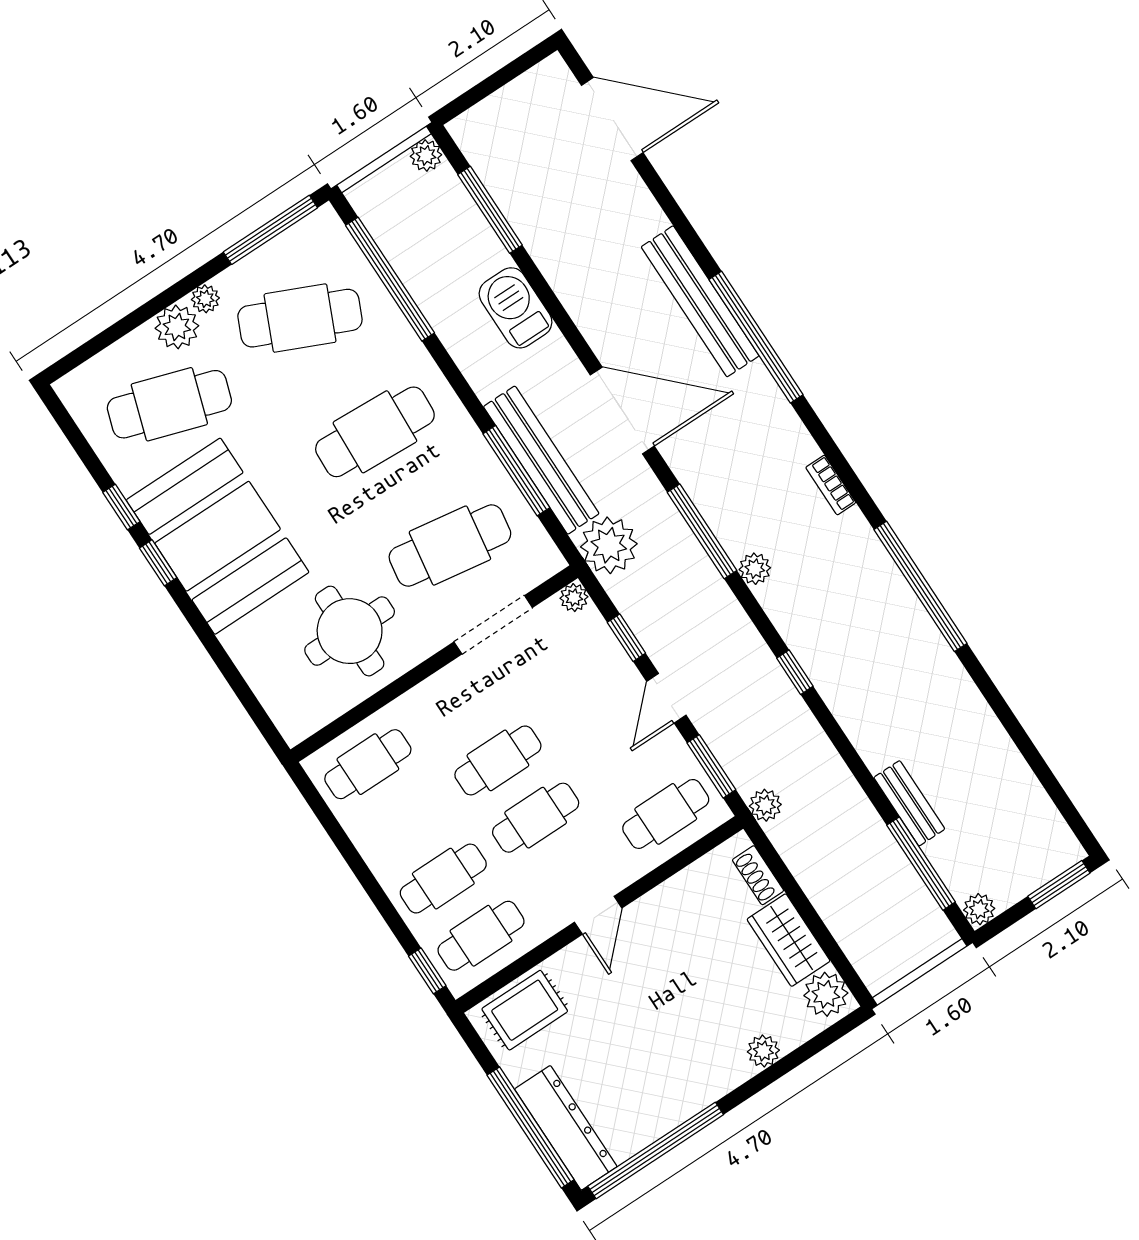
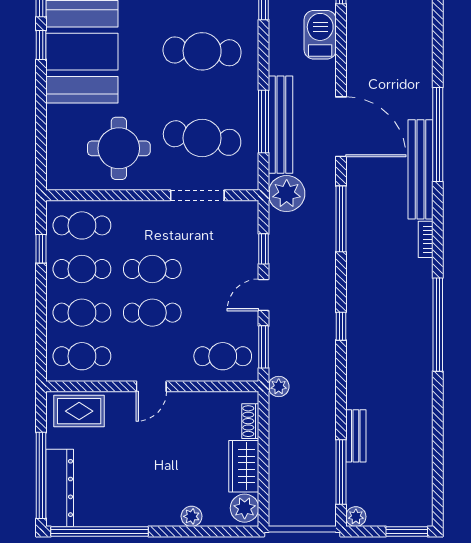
bench: (700, 301) -> (420, 169), moved
plant: (755, 569) -> (356, 257), removed
plant: (574, 598) -> (250, 209), removed
cafe table: (406, 821) -> (82, 269), added
window: (427, 971) -> (41, 249), moved

